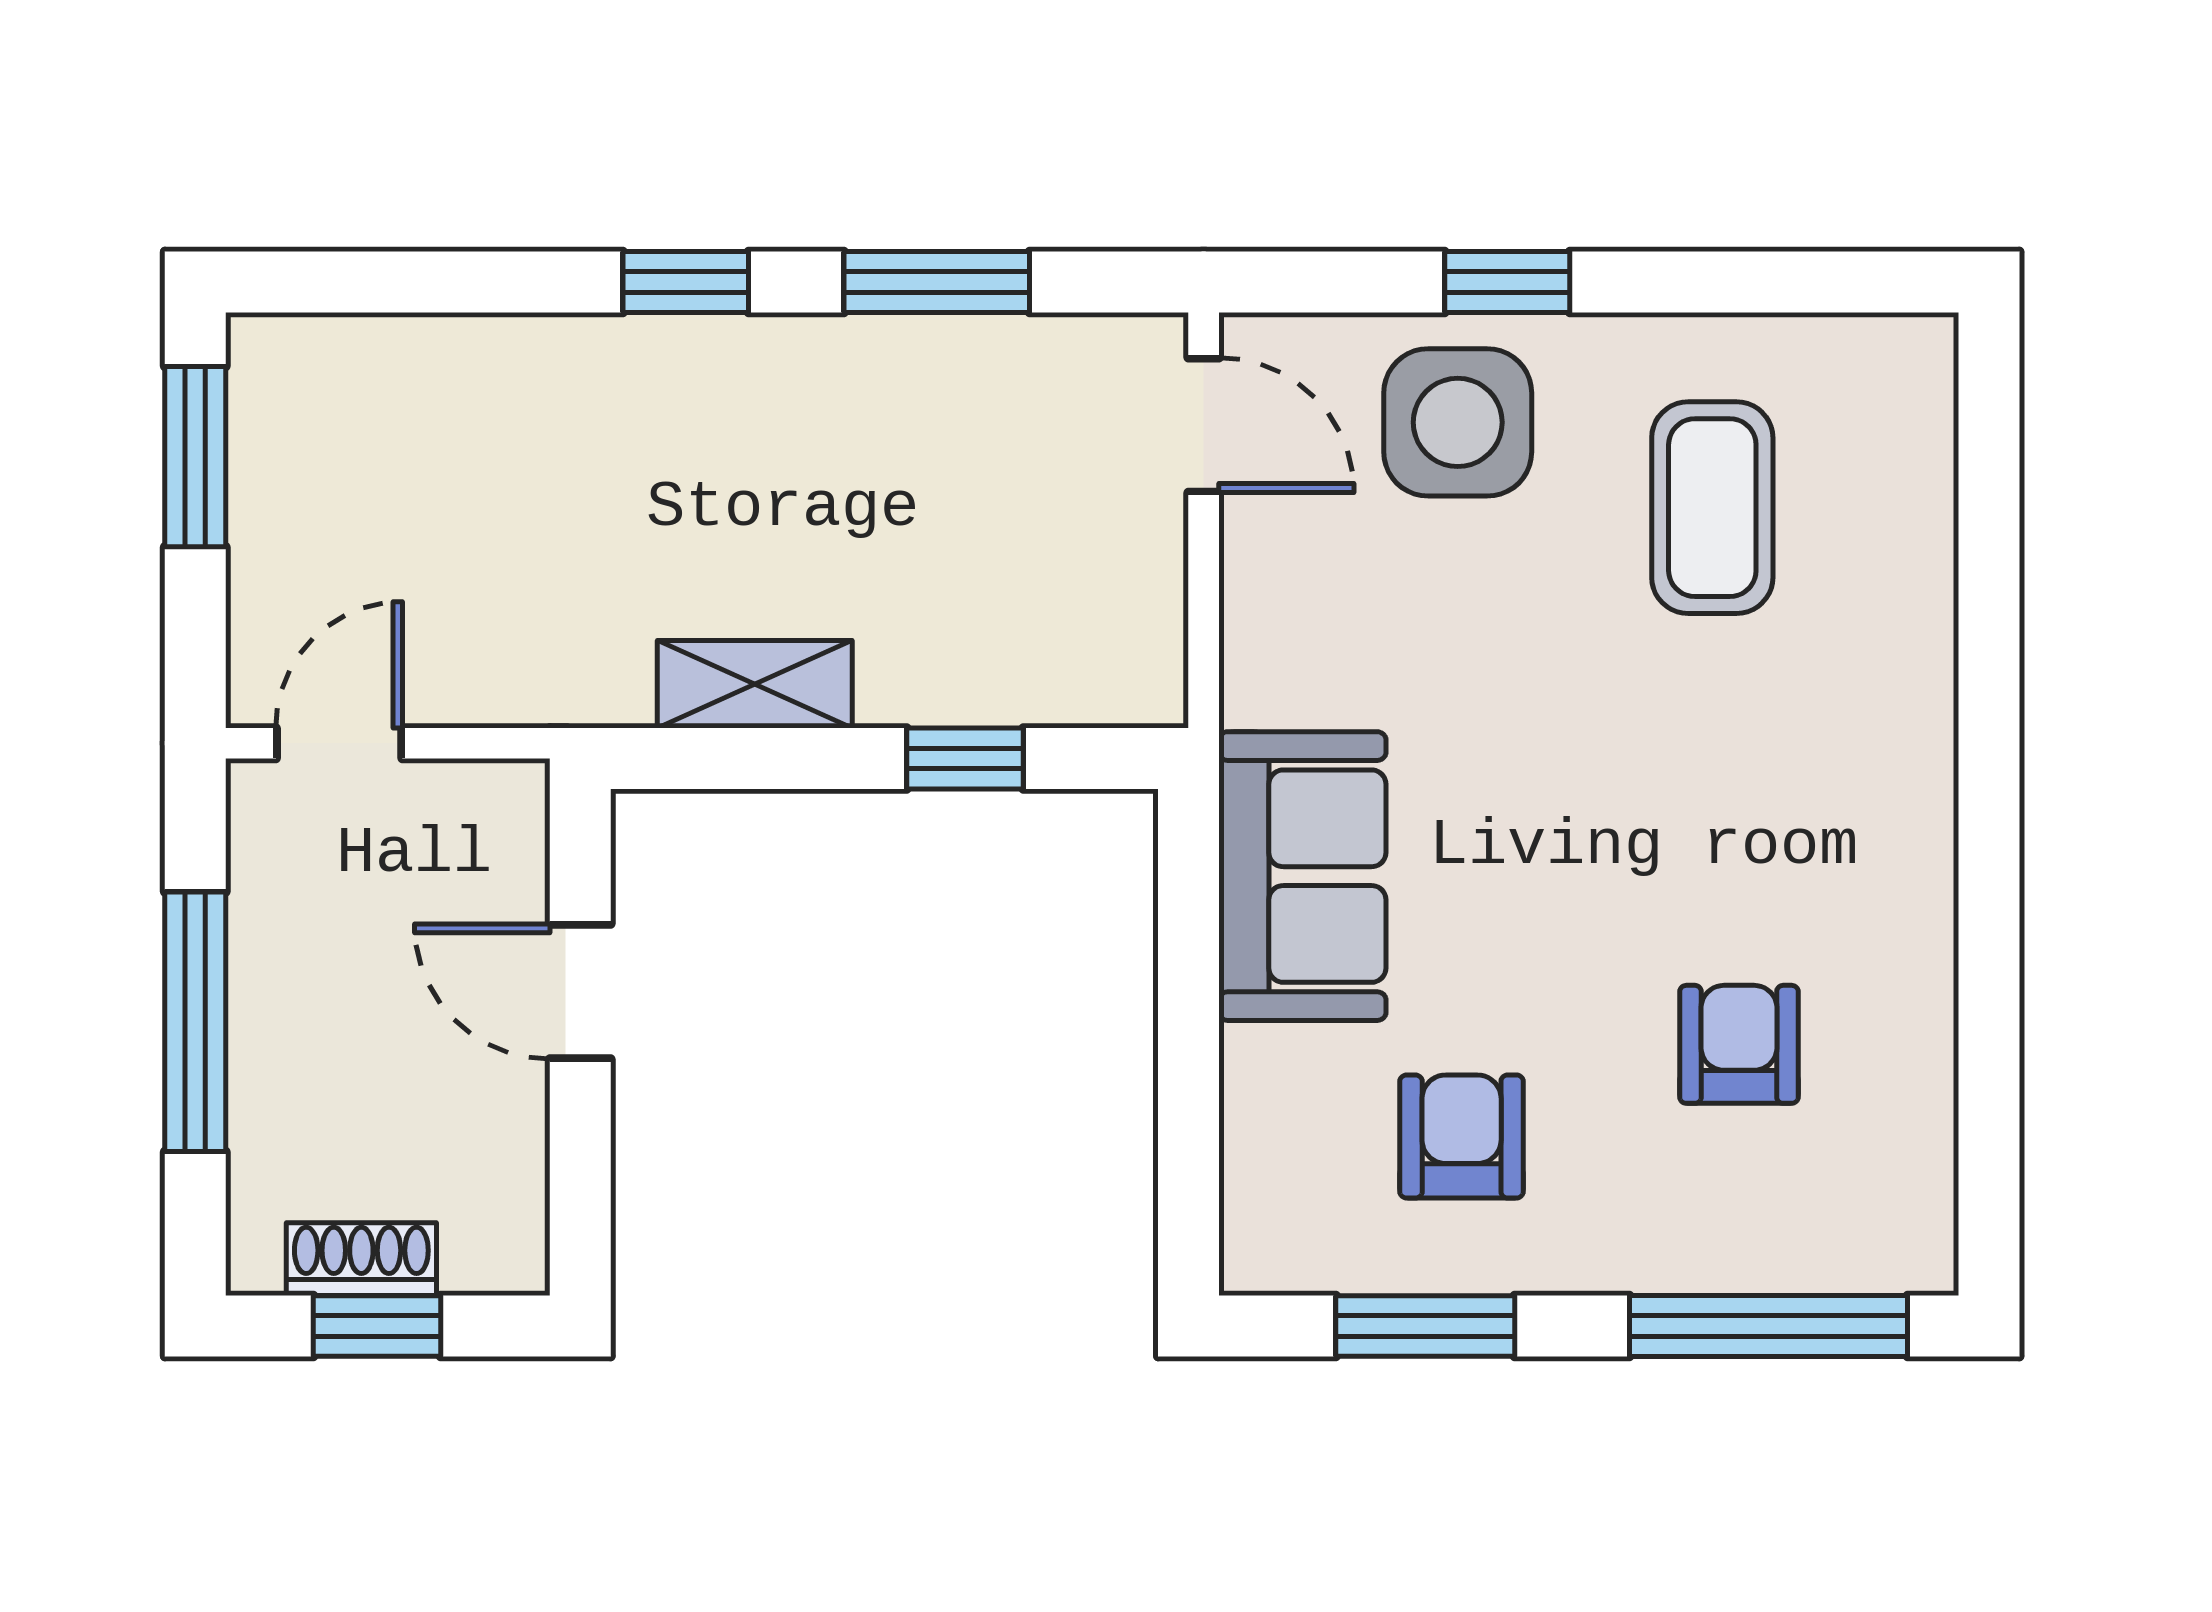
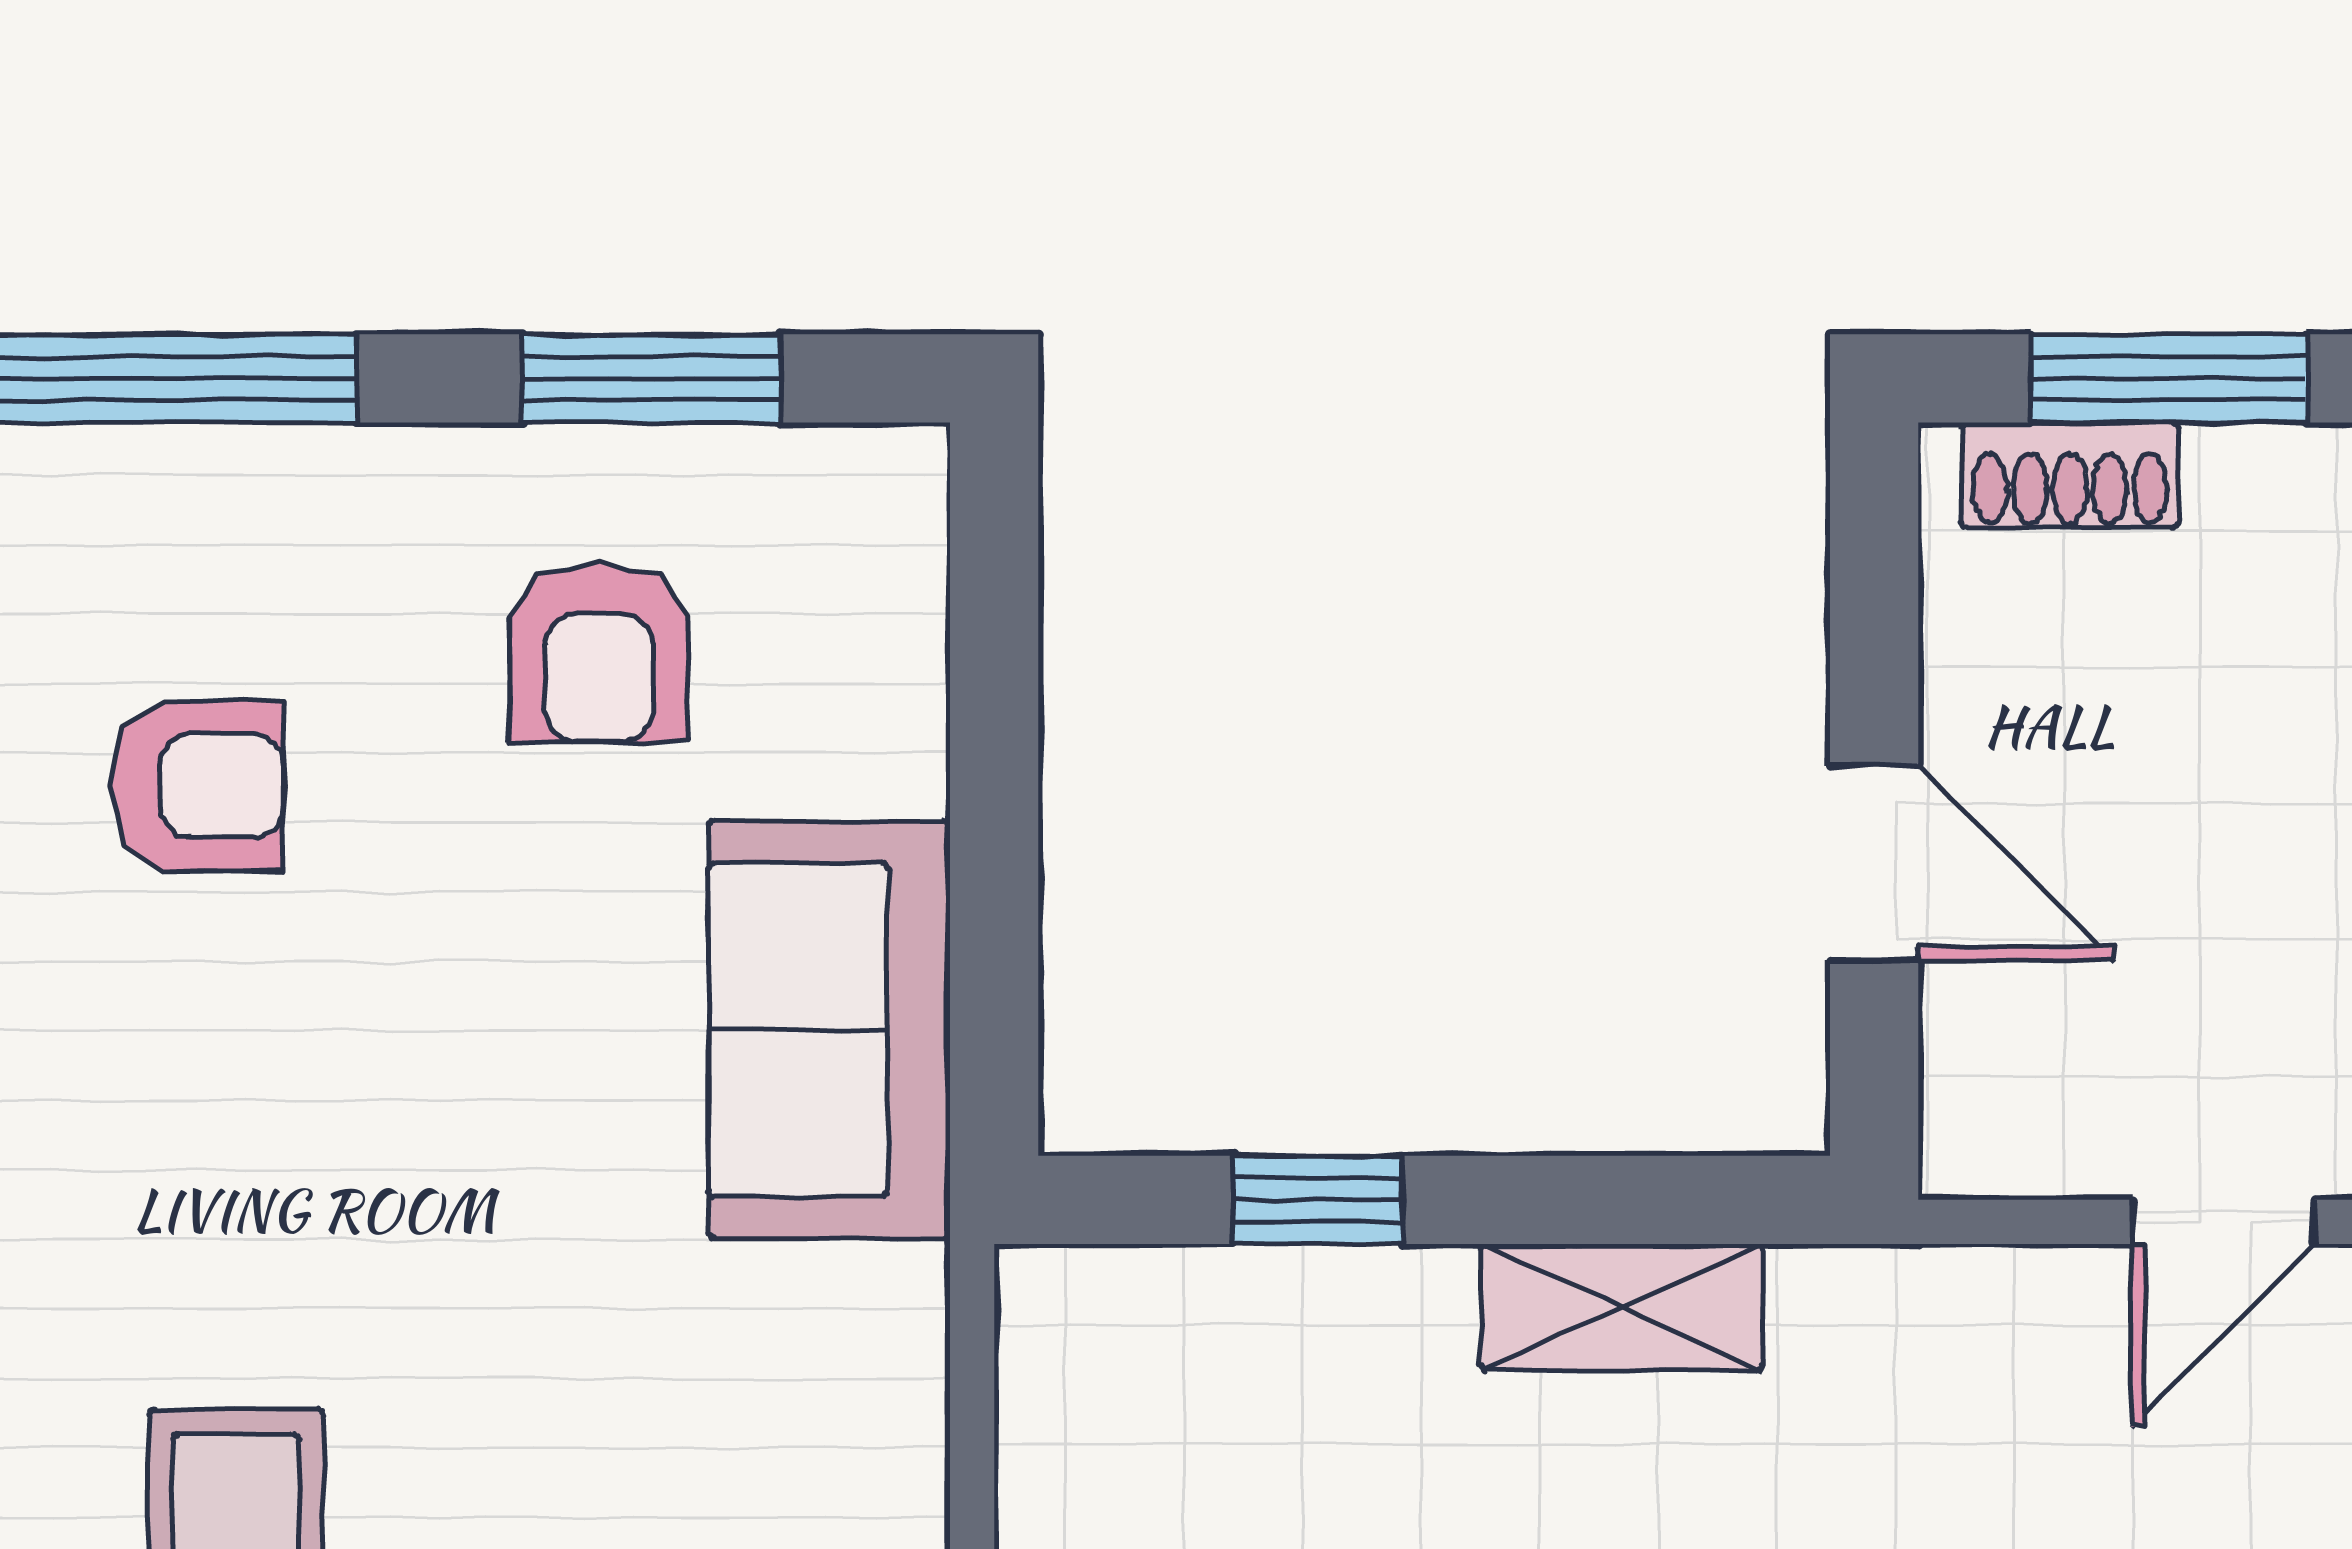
armchair: (1739, 1044) -> (198, 786), turned -90
shoe rack: (361, 1259) -> (2070, 475), moved
window: (377, 1326) -> (2168, 378), width x1.50

